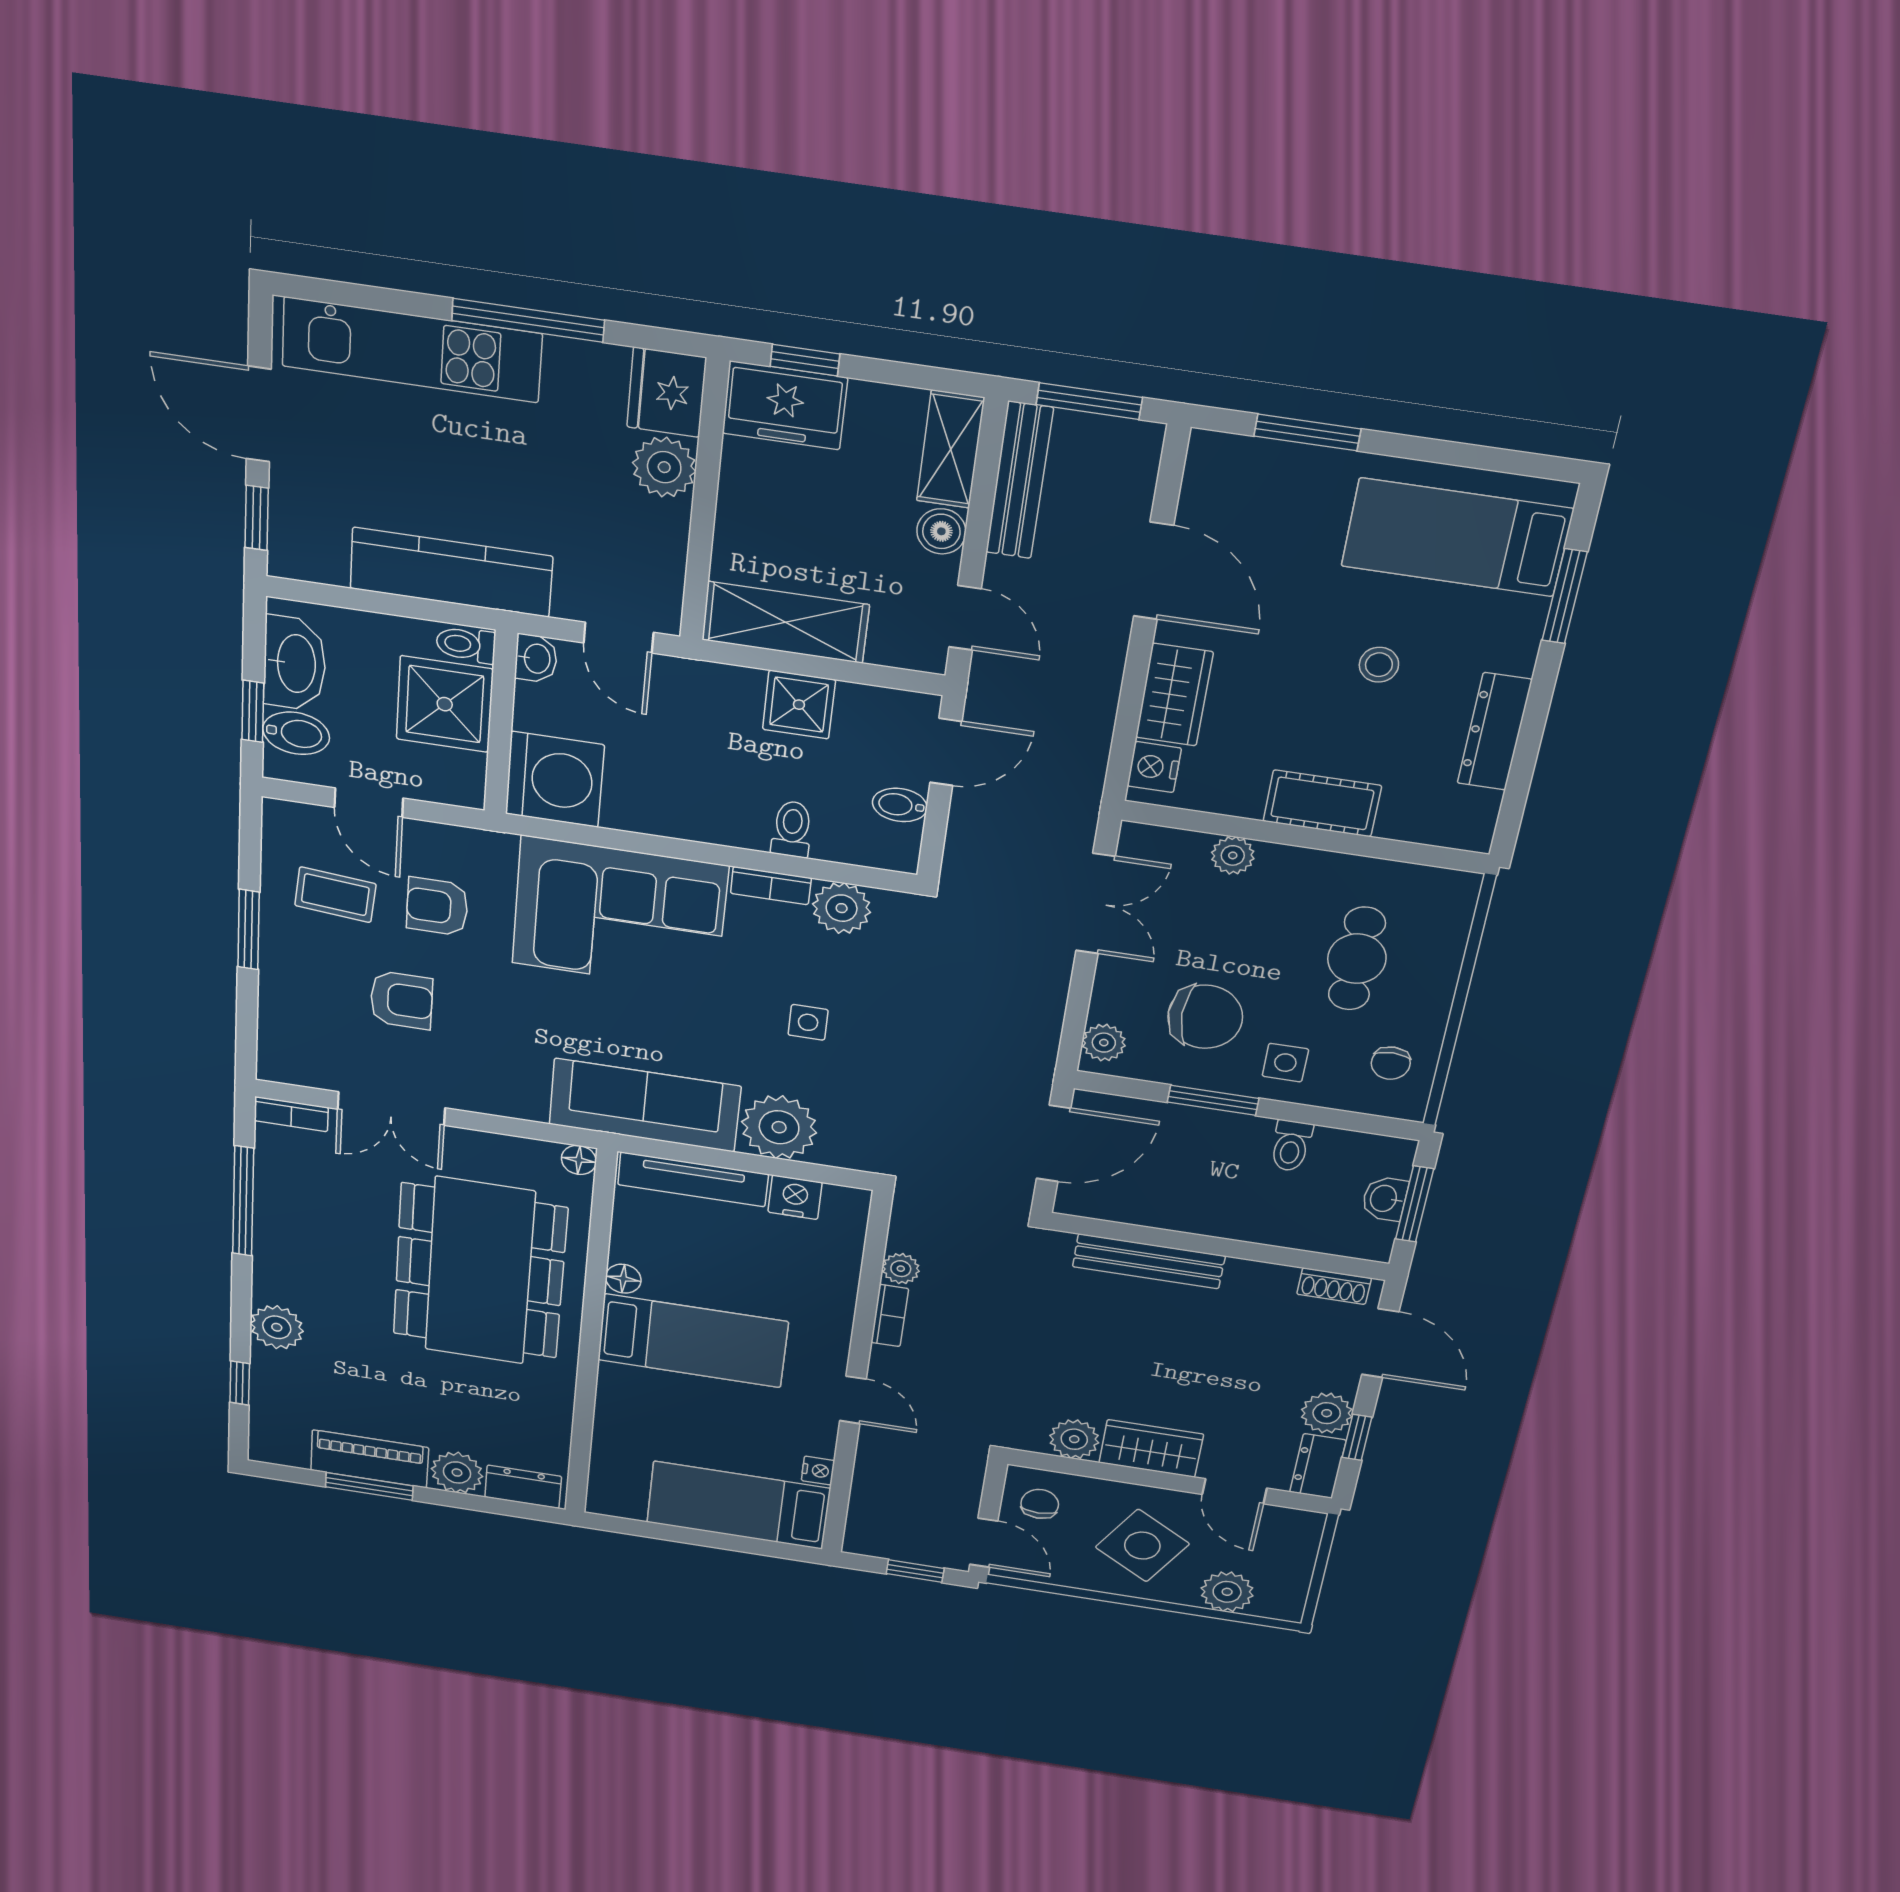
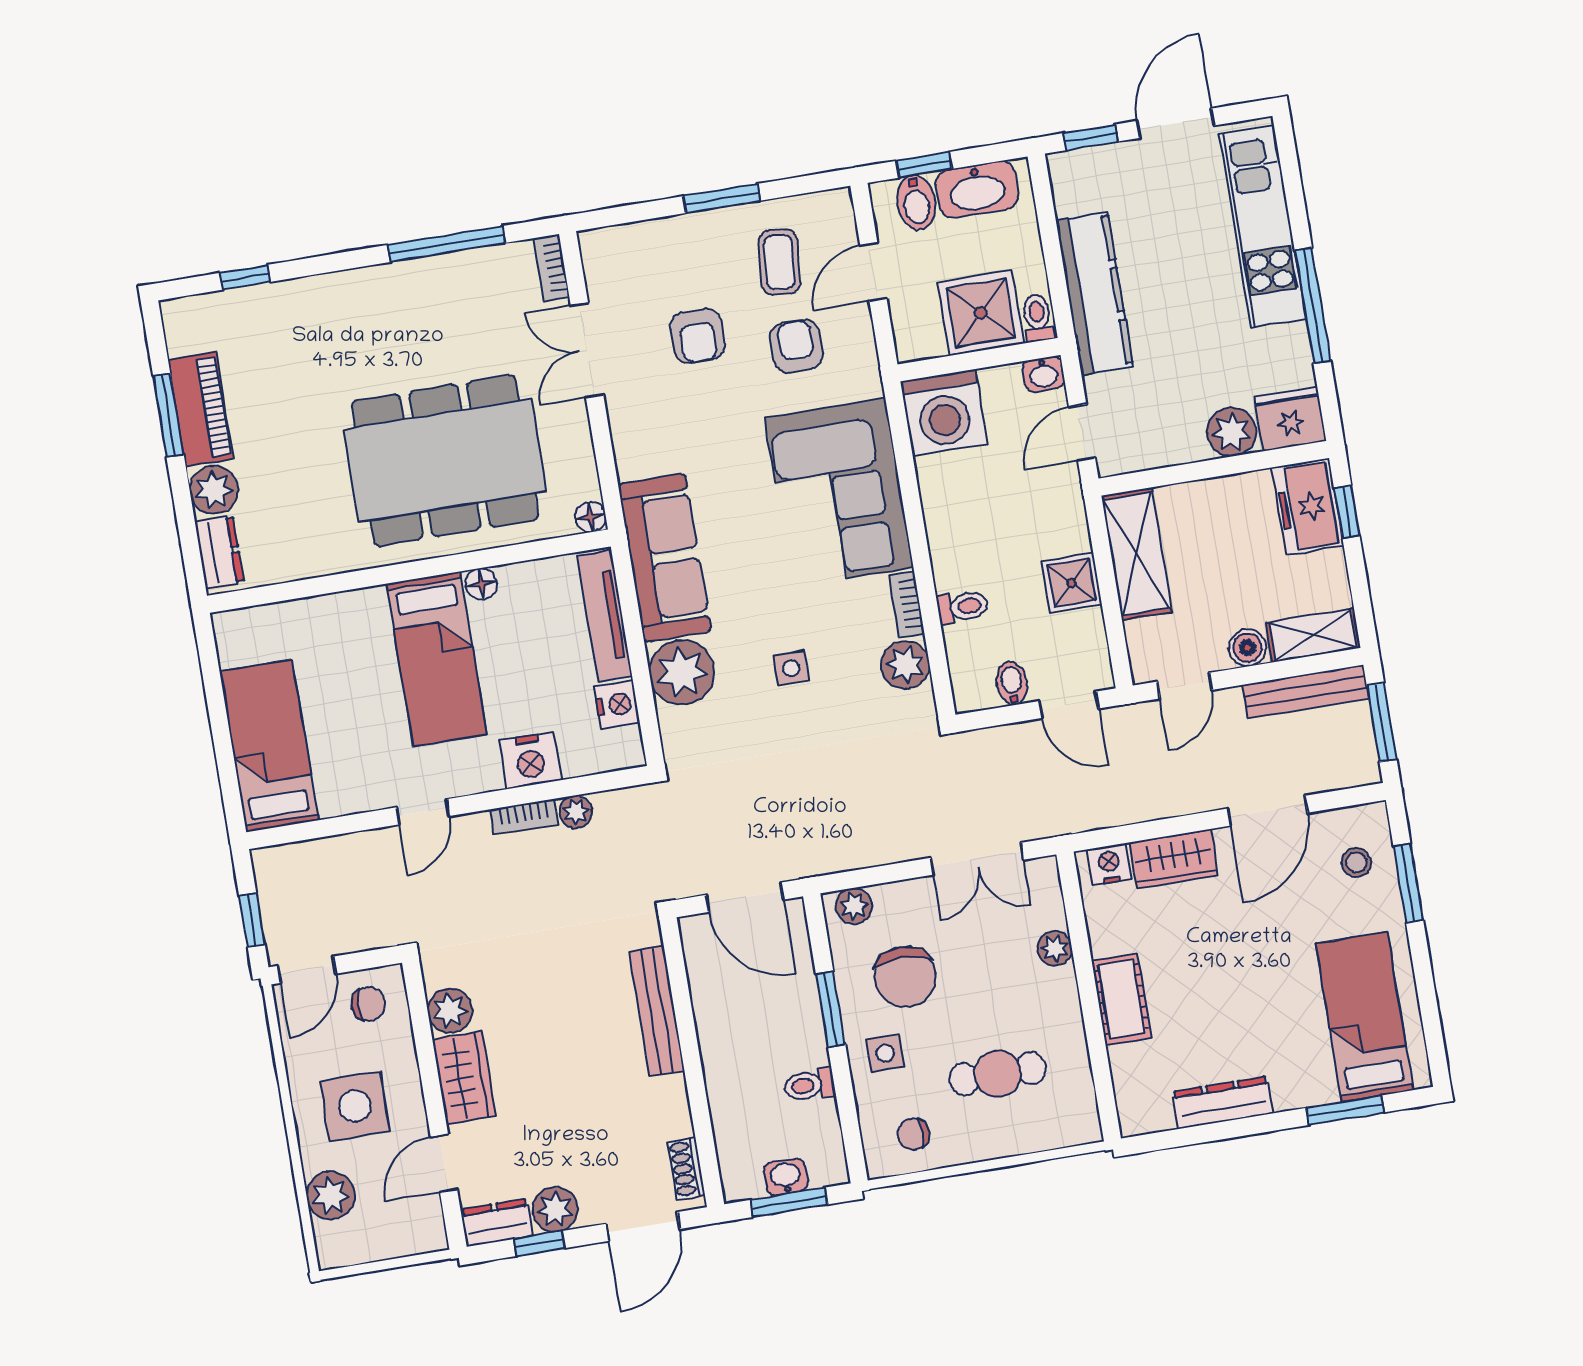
stool: (1379, 665) -> (1356, 862), moved
plant: (277, 1327) -> (320, 298), removed
nightstand: (818, 1471) -> (530, 760), moved, width x1.89, depth x1.79
side table: (1142, 1546) -> (355, 1106), turned -31

